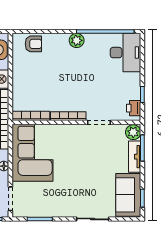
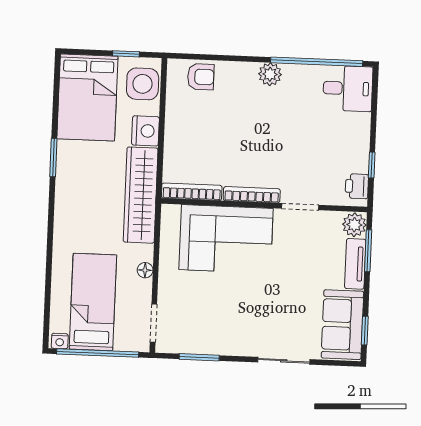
desk: (126, 53) -> (348, 88), width x0.73
corner sofa: (32, 153) -> (226, 239), moved, turned 90

